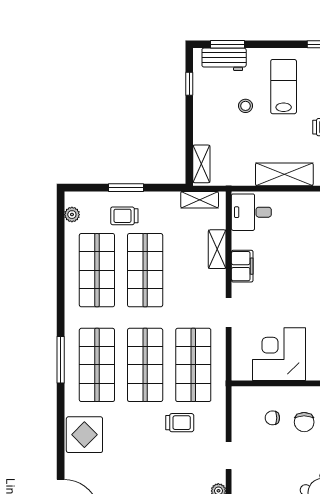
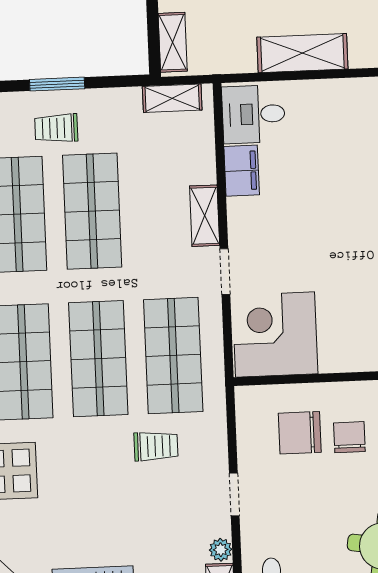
shelving: (217, 249) -> (205, 216), moved
filing cabinet: (242, 266) -> (242, 171), moved
corner desk: (279, 354) -> (275, 334), moved
chair: (272, 418) -> (300, 433), width x1.87, depth x1.87
chair: (304, 422) -> (349, 437), turned 180

